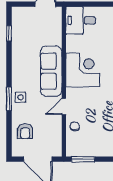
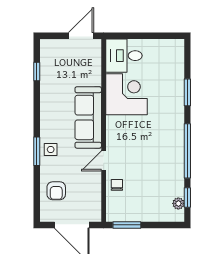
corner desk: (83, 70) -> (127, 94), moved

